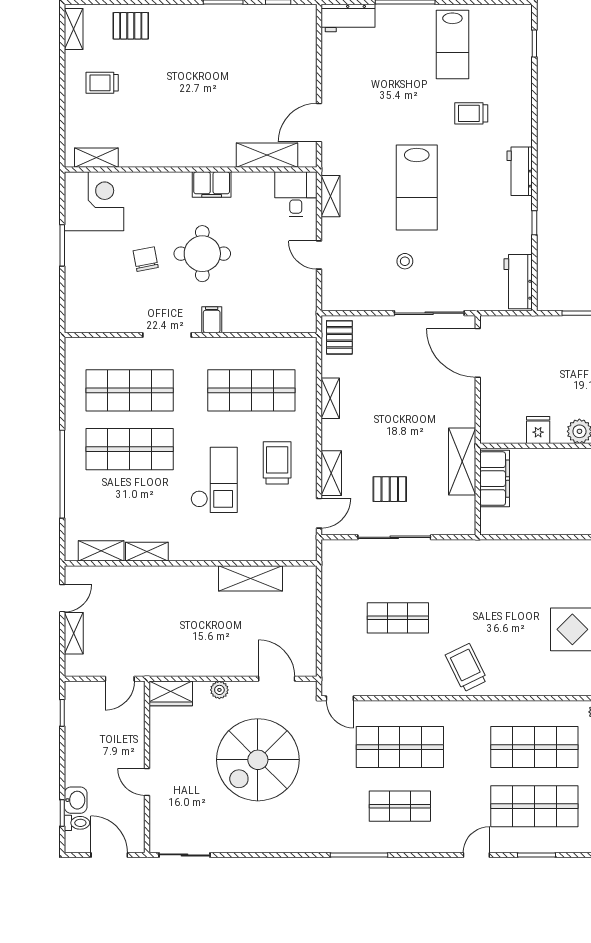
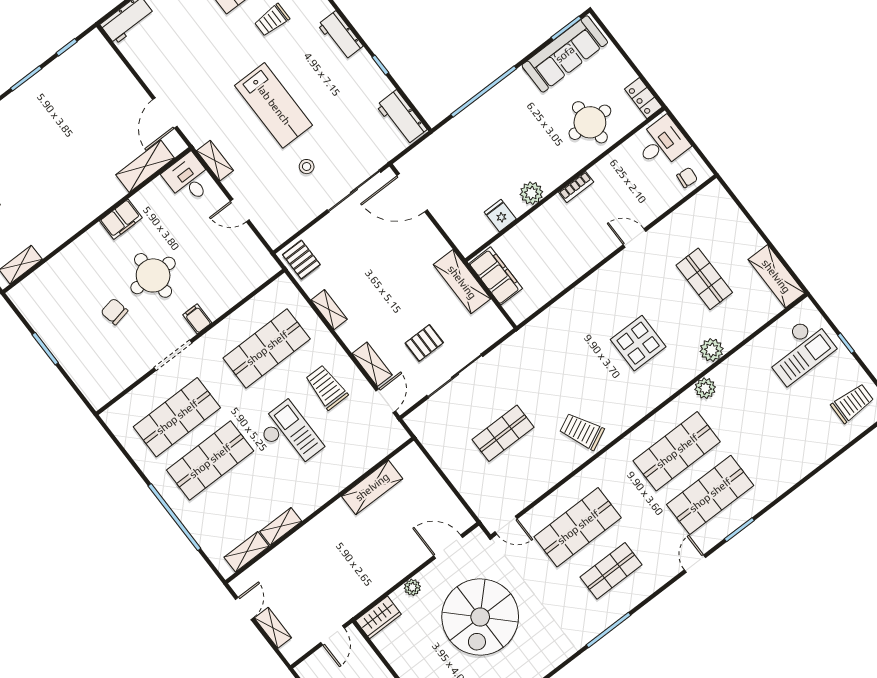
corner desk: (94, 201) -> (44, 298), removed

